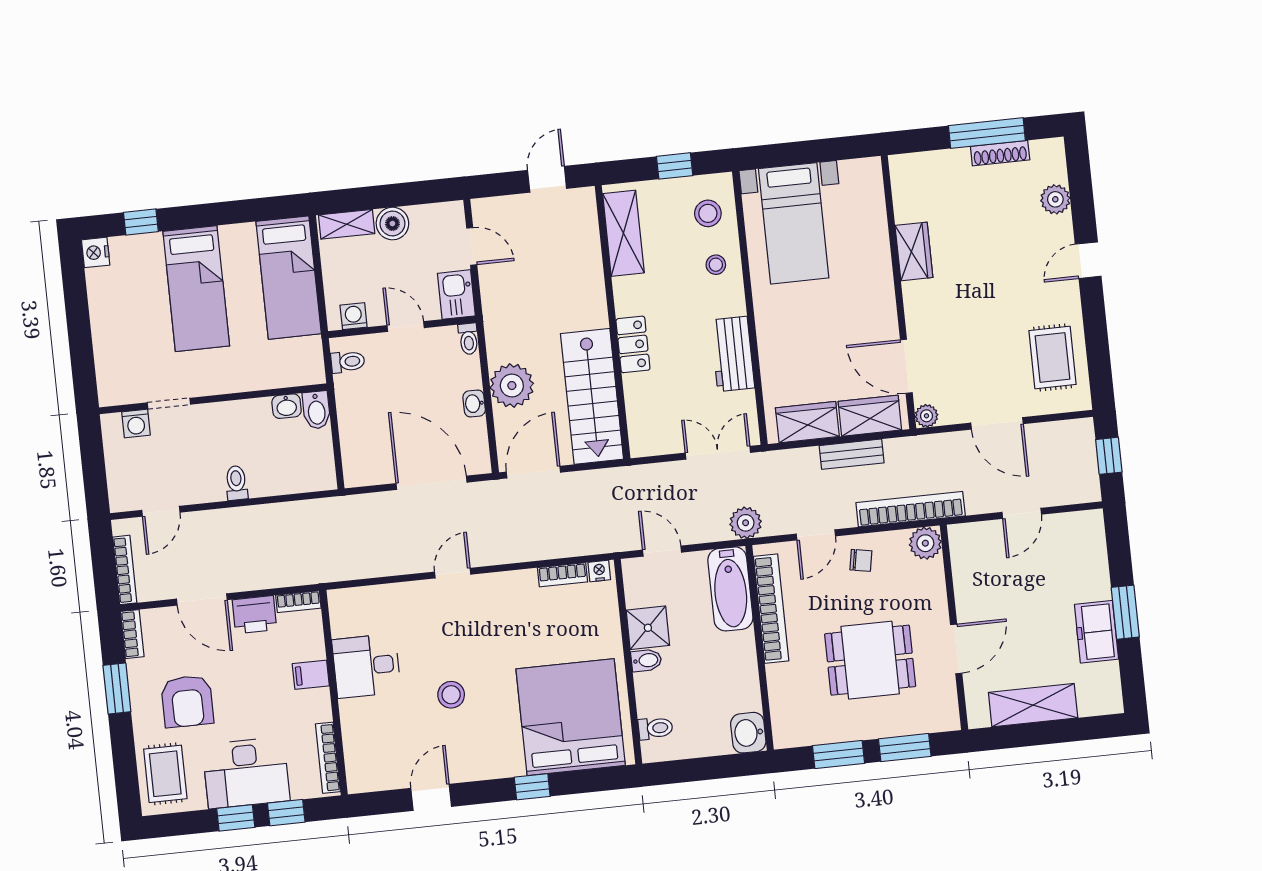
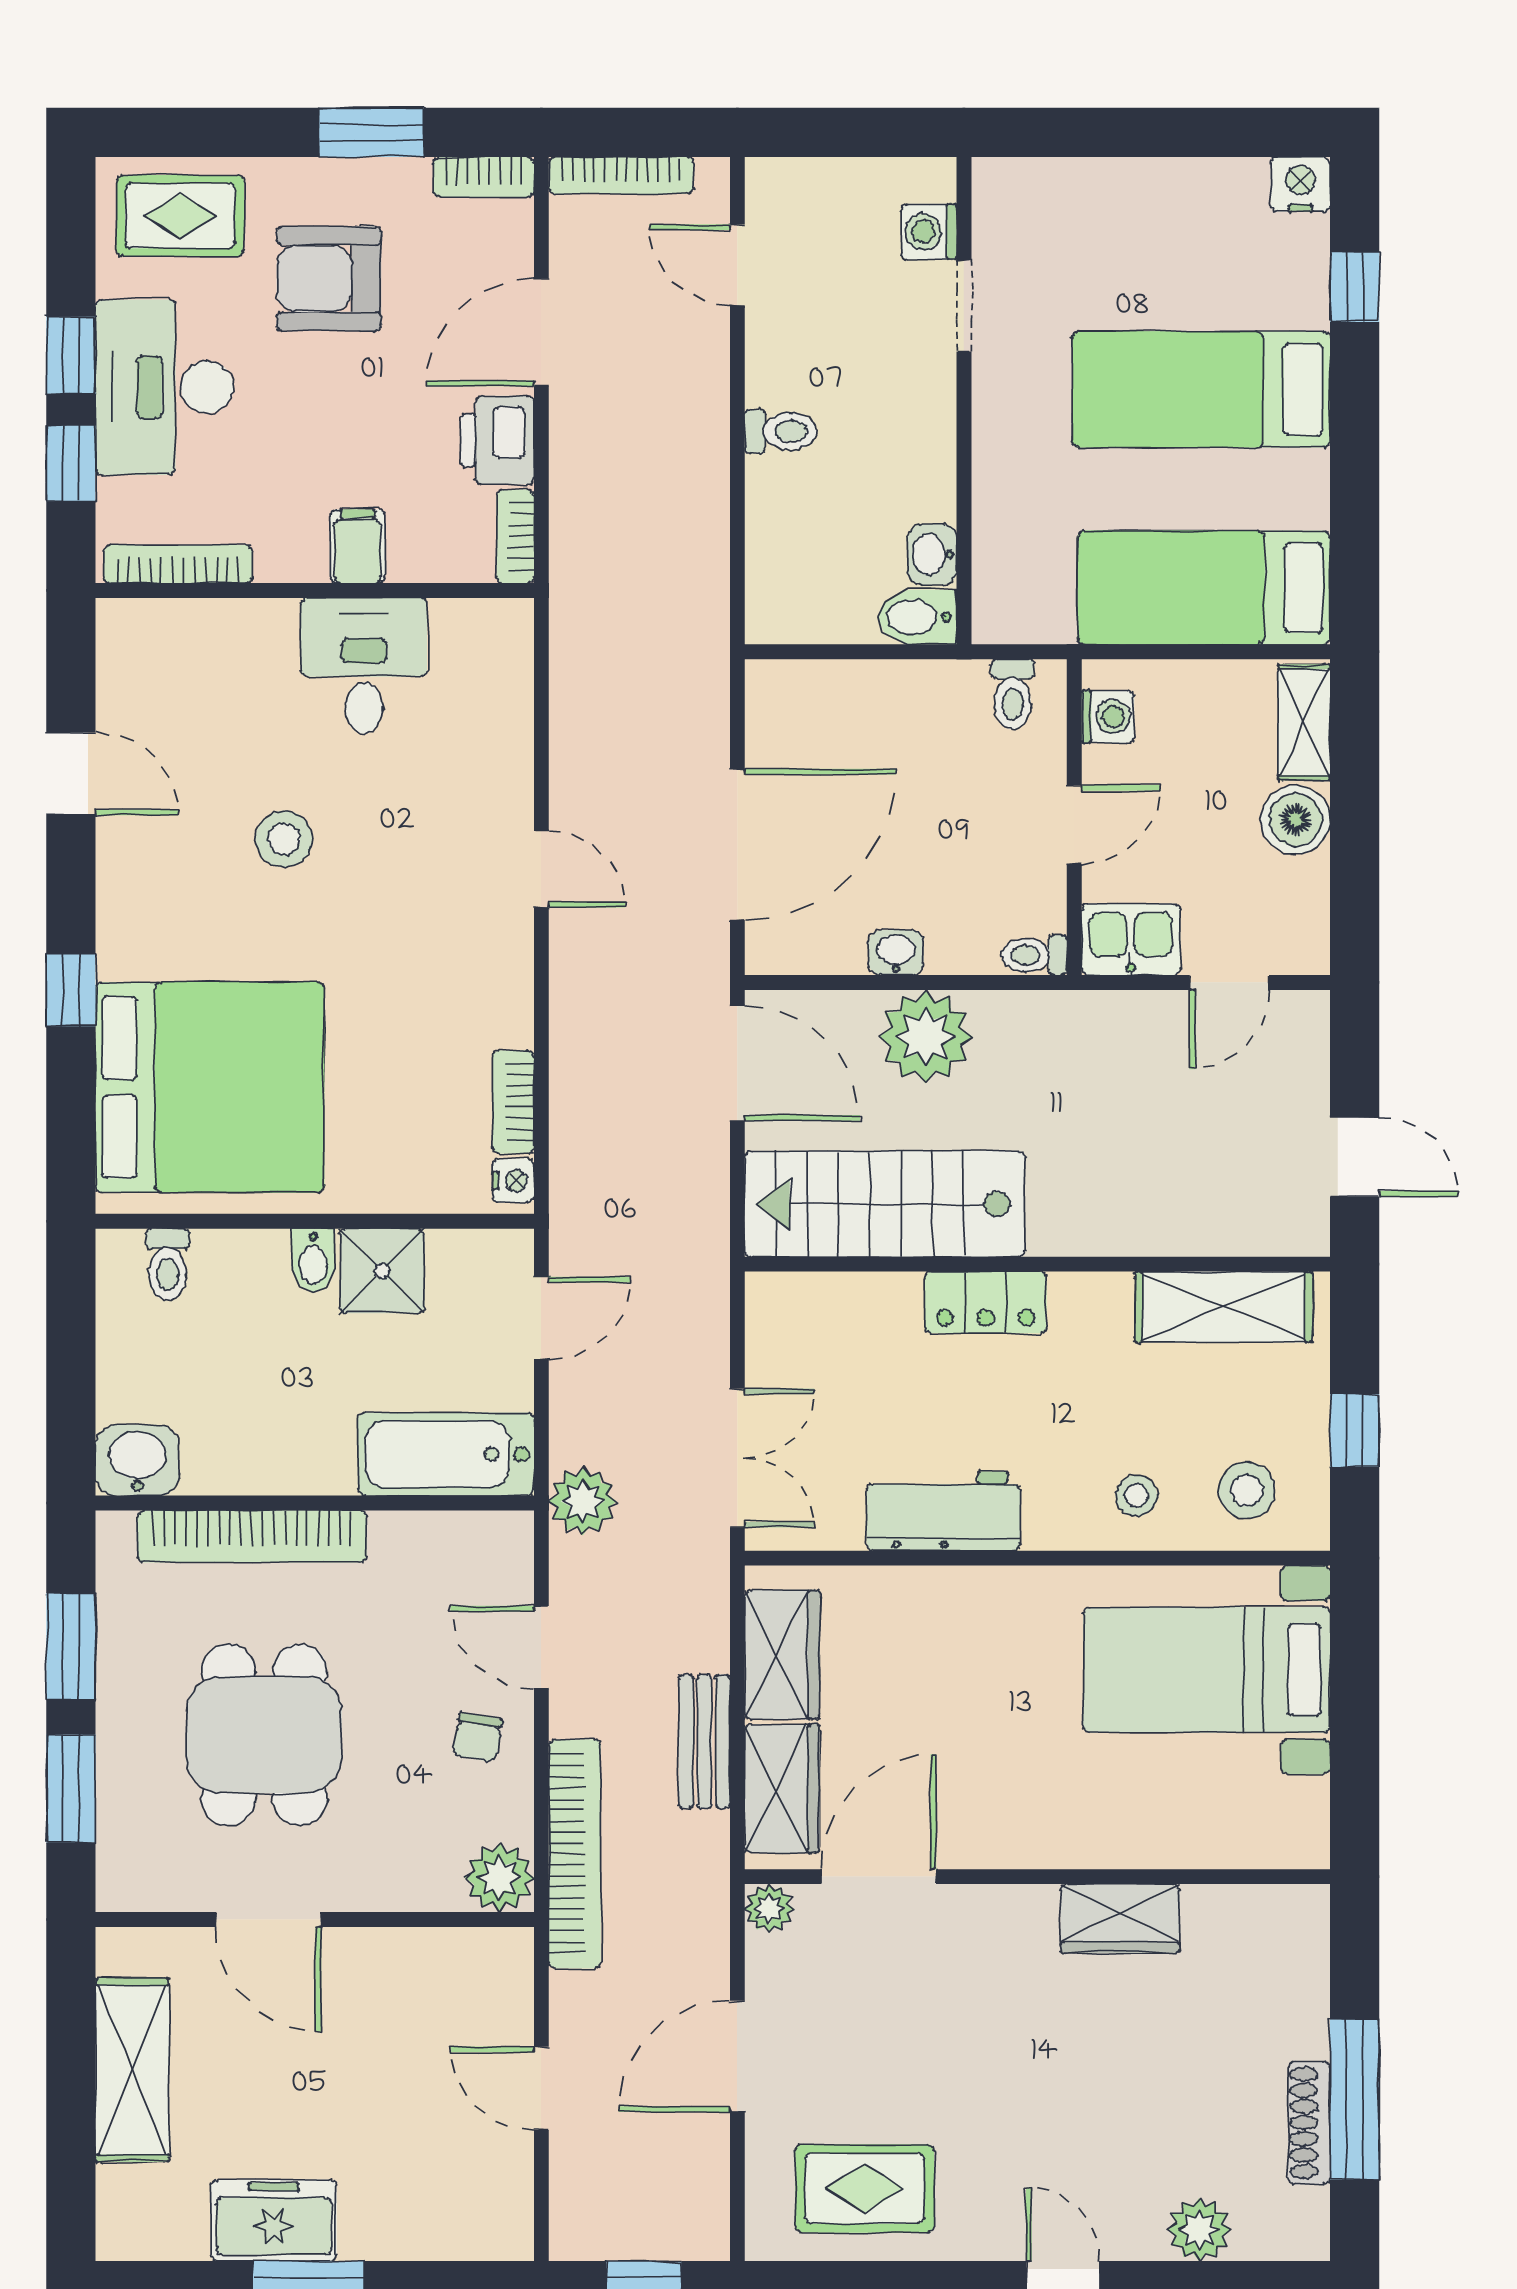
bookcase: (771, 609) -> (252, 1536), moved

